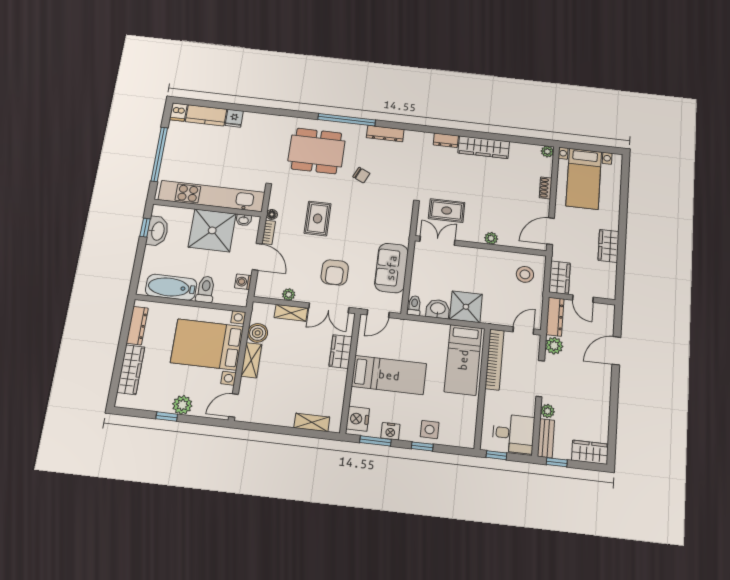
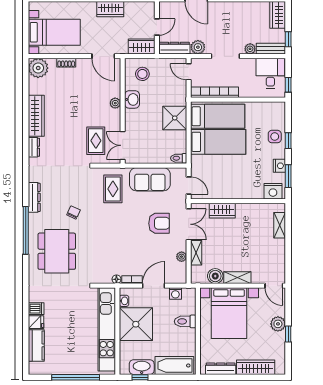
dishwasher: (178, 112) -> (36, 309), moved
plant: (547, 152) -> (38, 68), width x1.88, depth x1.88
rug: (318, 218) -> (113, 189), moved, turned 90
bathtub: (171, 287) -> (174, 366), moved, turned 90
washbasin: (438, 309) -> (132, 99), moved, turned 180
bed: (389, 375) -> (218, 142), moved, turned 90

